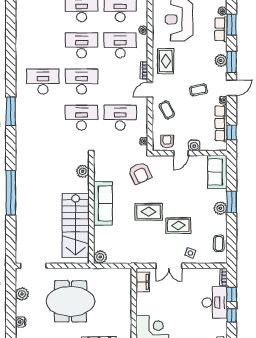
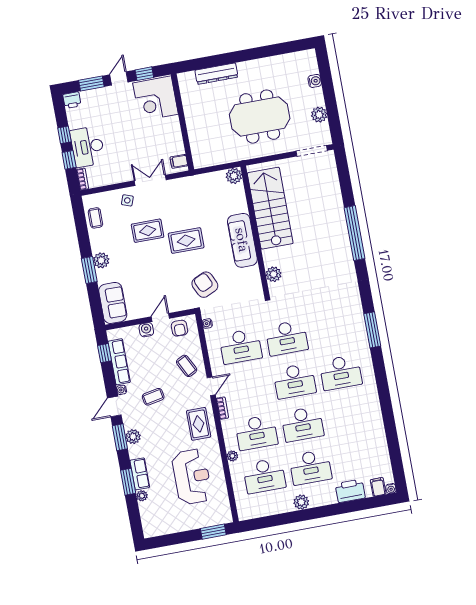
filing cabinet: (143, 282) -> (179, 161), width x0.50

